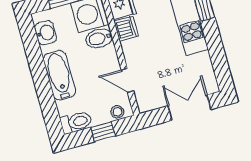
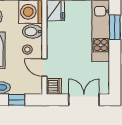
dishwasher: (126, 29) -> (54, 86), moved
stool: (117, 112) -> (27, 50), moved

